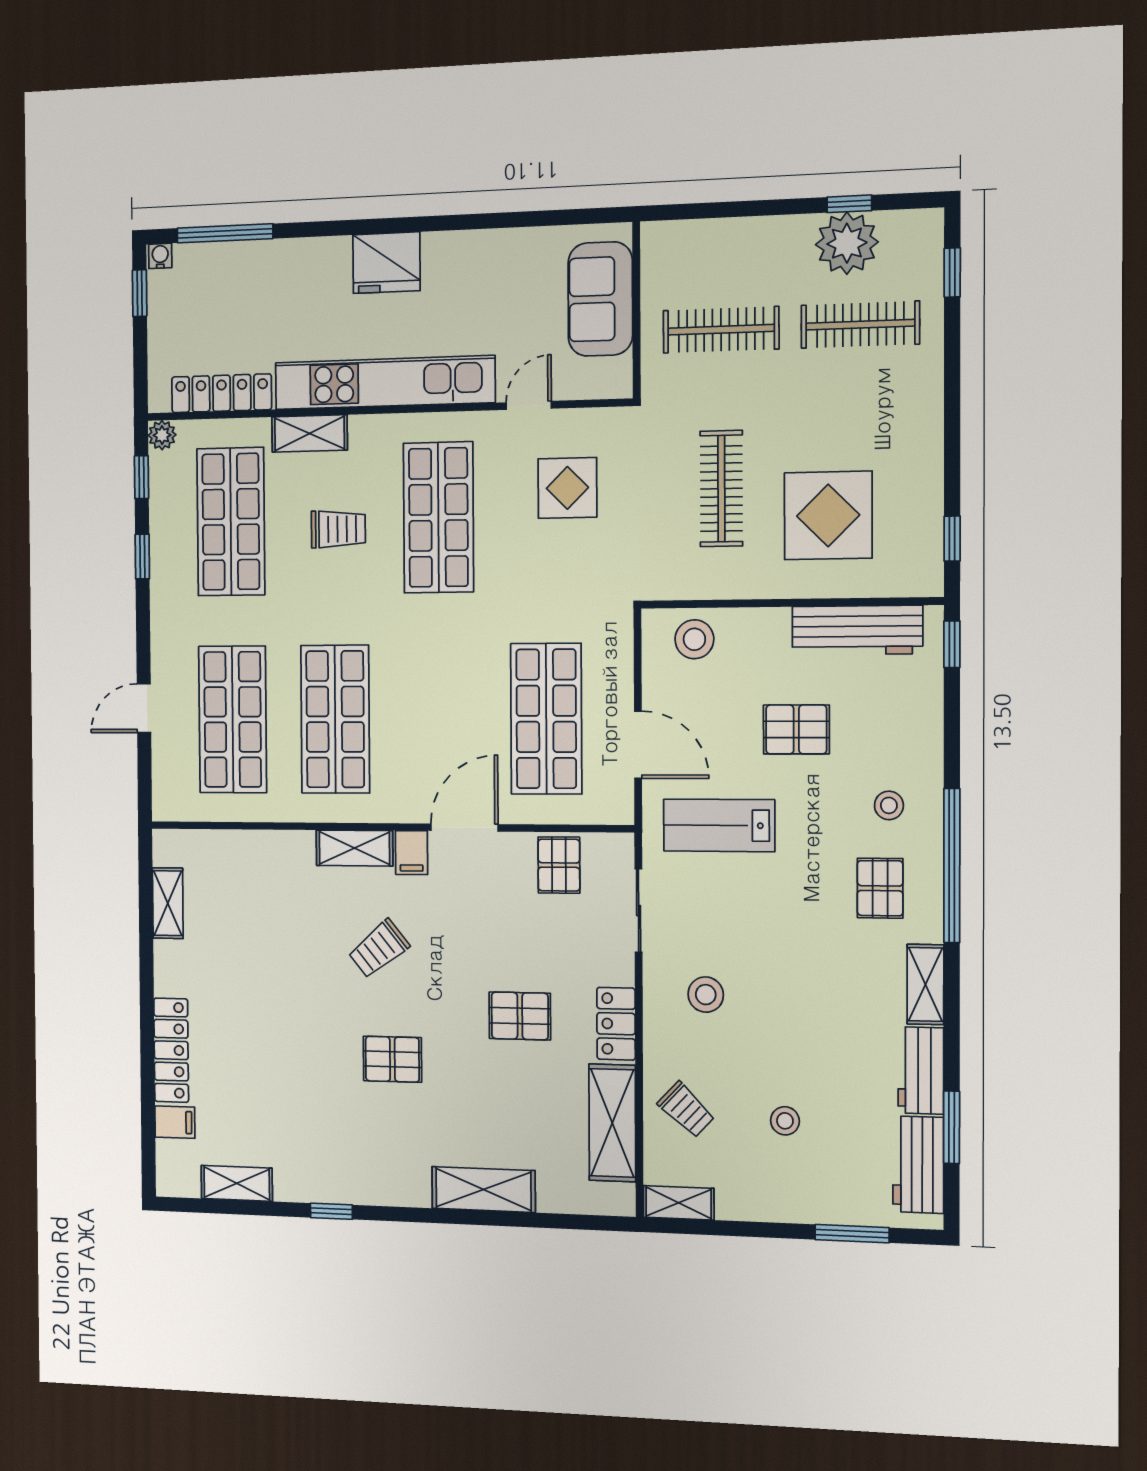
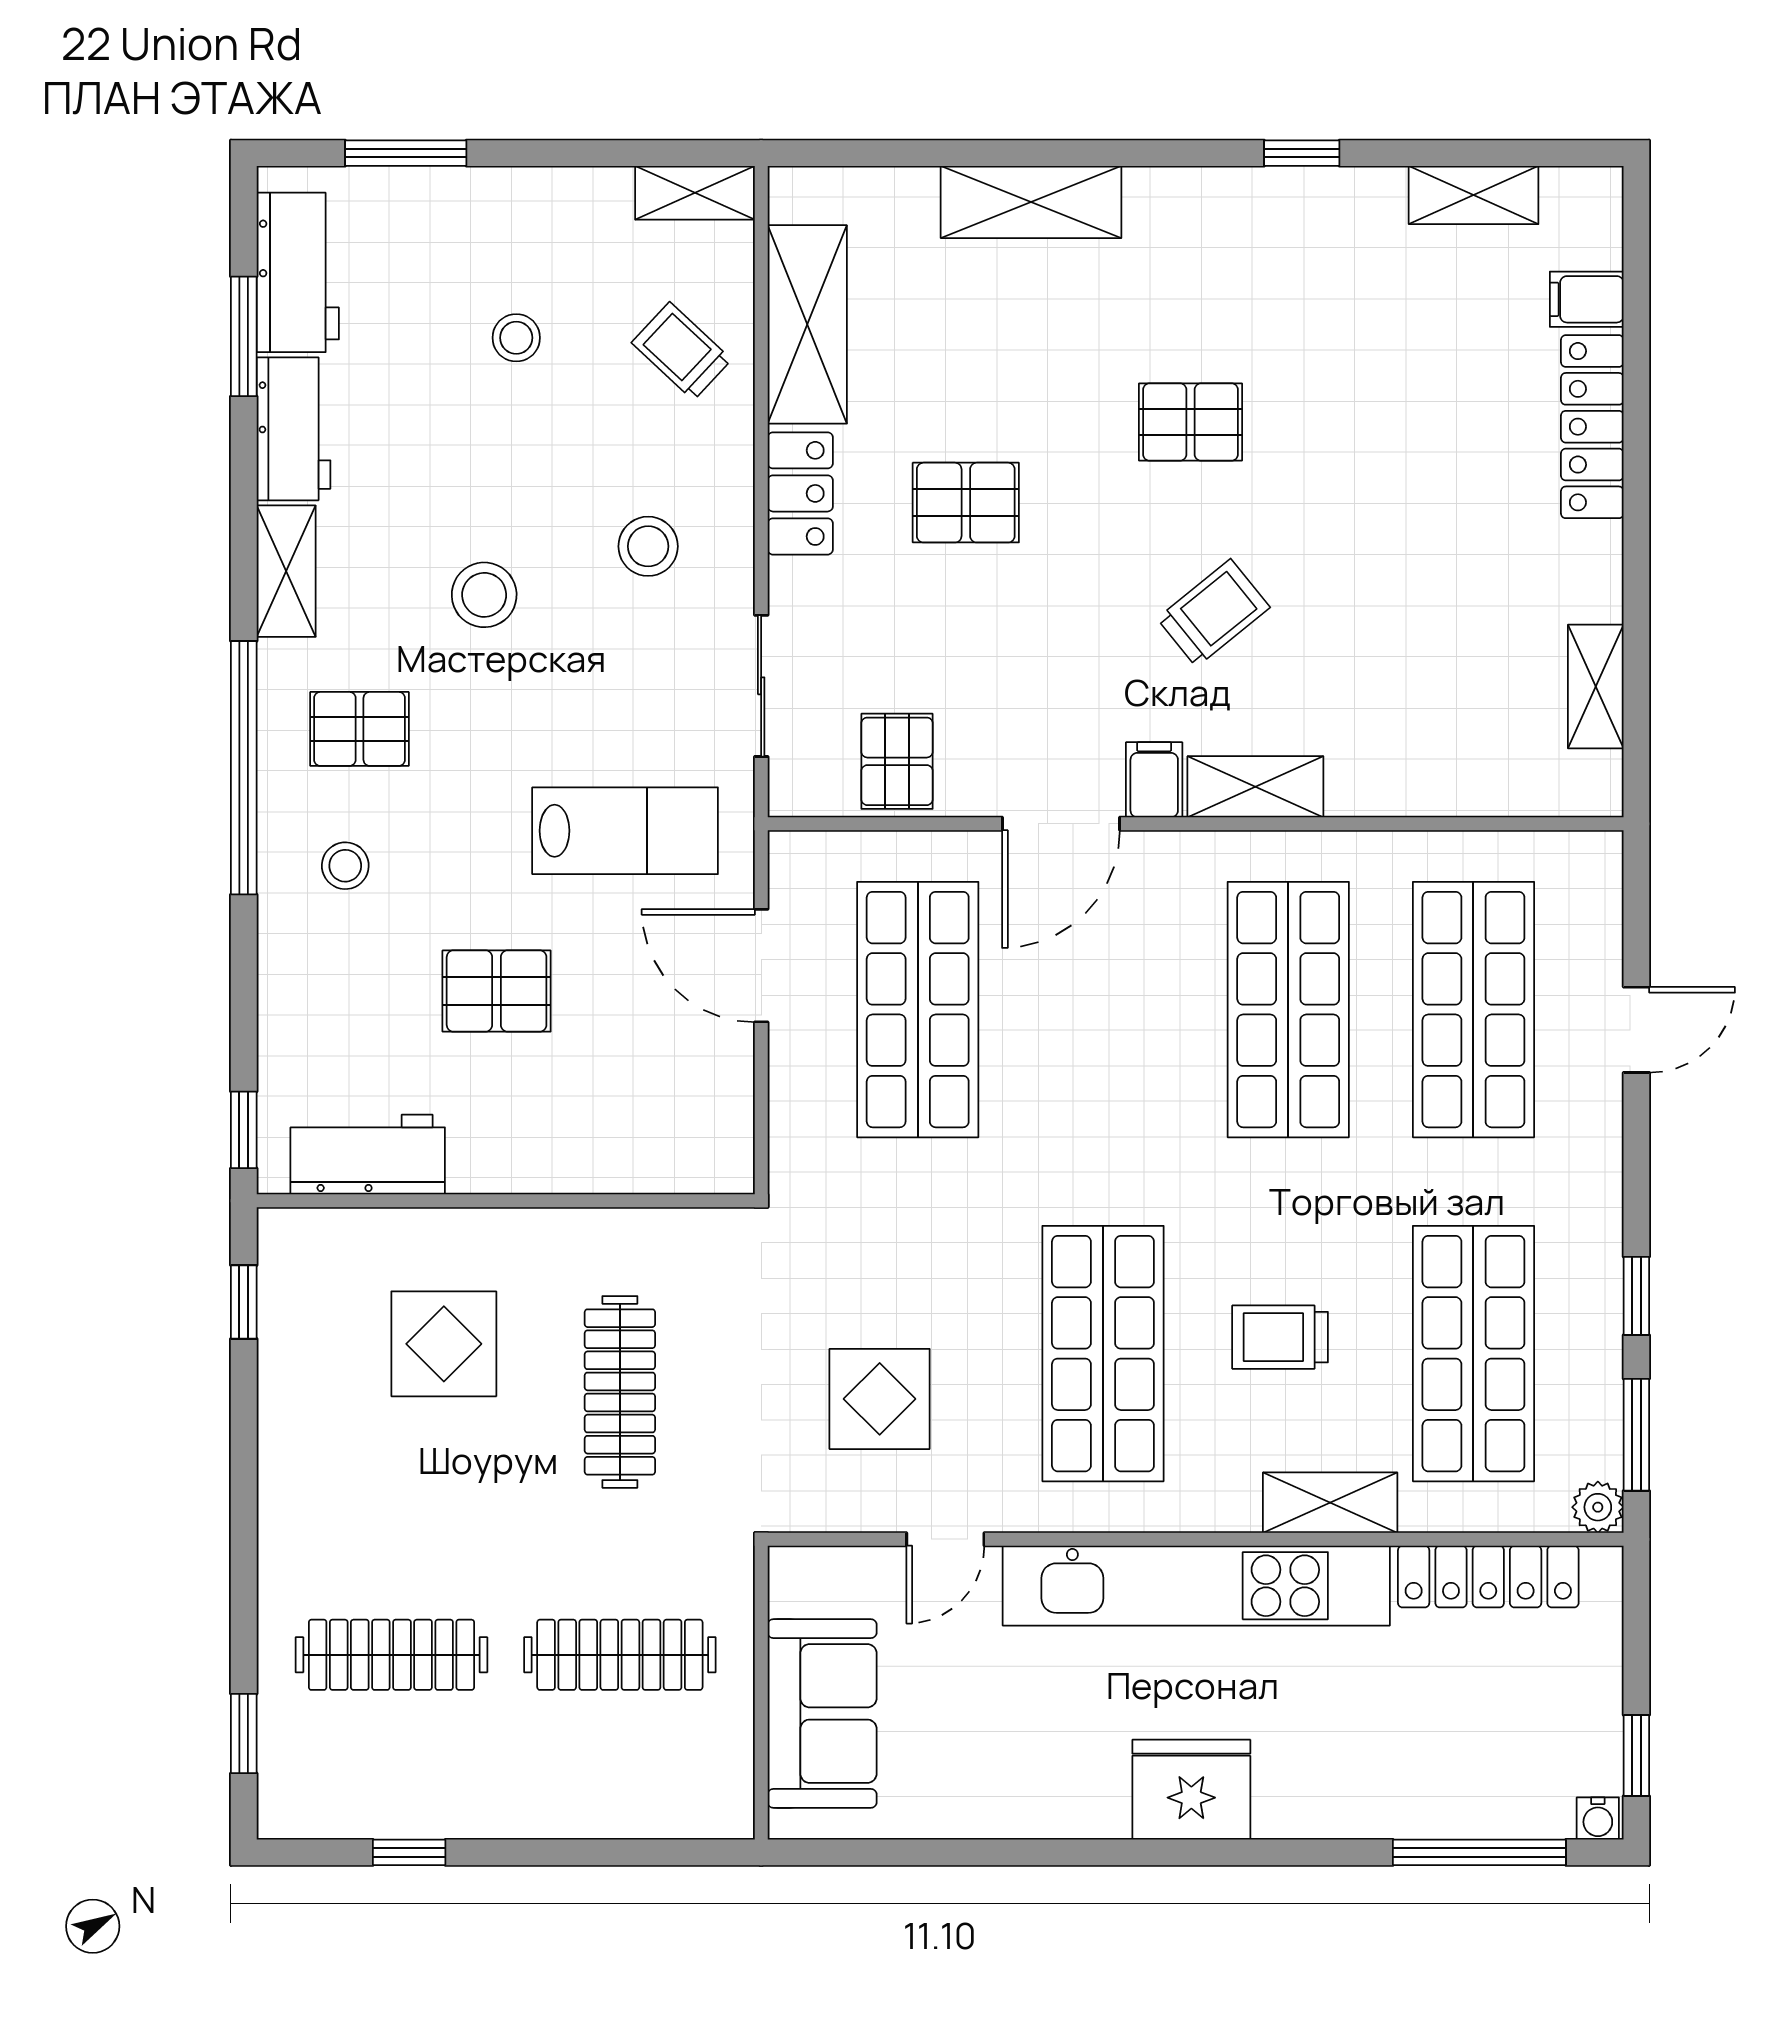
plant: (847, 243) -> (413, 1789), removed
window: (142, 477) -> (1636, 1435), width x1.50
display table: (828, 515) -> (444, 1344), width x0.73, depth x0.73
workbench: (857, 630) -> (368, 1154), width x0.73
stool: (694, 639) -> (484, 595), moved
pallet: (880, 888) -> (360, 729), turned 90

